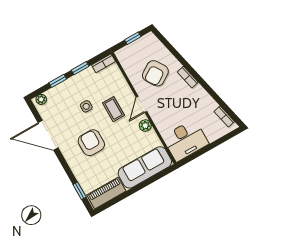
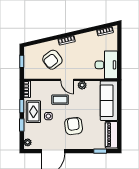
armchair: (155, 73) -> (52, 60), turned 85
rug: (81, 86) -> (33, 112), added
armchair: (91, 143) -> (74, 126), turned 83

